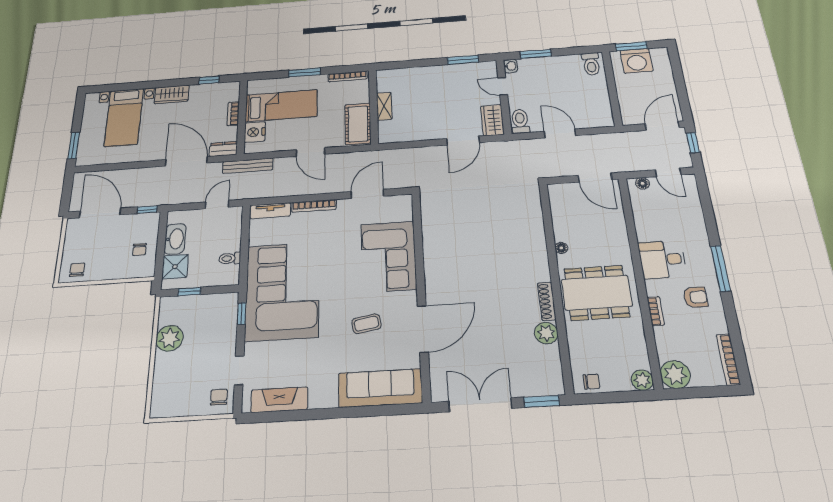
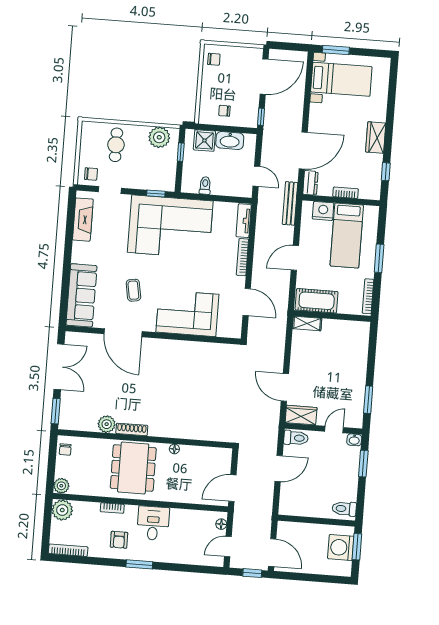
shelving: (384, 106) -> (307, 323), moved
bed with nightstands: (124, 117) -> (341, 79), moved, turned 180
window: (720, 268) -> (139, 564), width x0.69
plant: (169, 338) -> (159, 137), moved
cafe table: (181, 371) -> (116, 145), added

